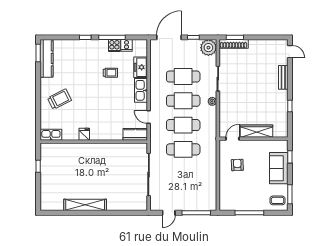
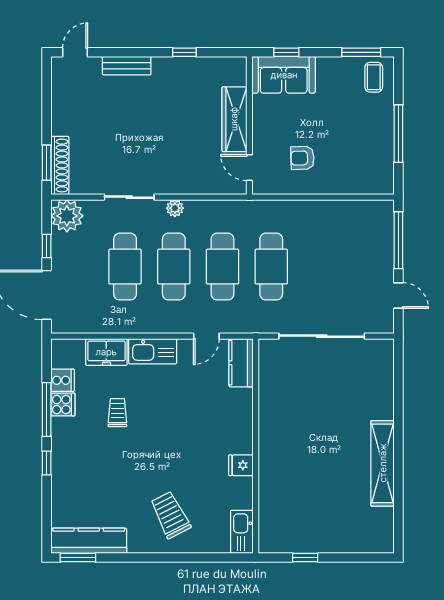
sofa: (279, 168) -> (284, 75), moved

